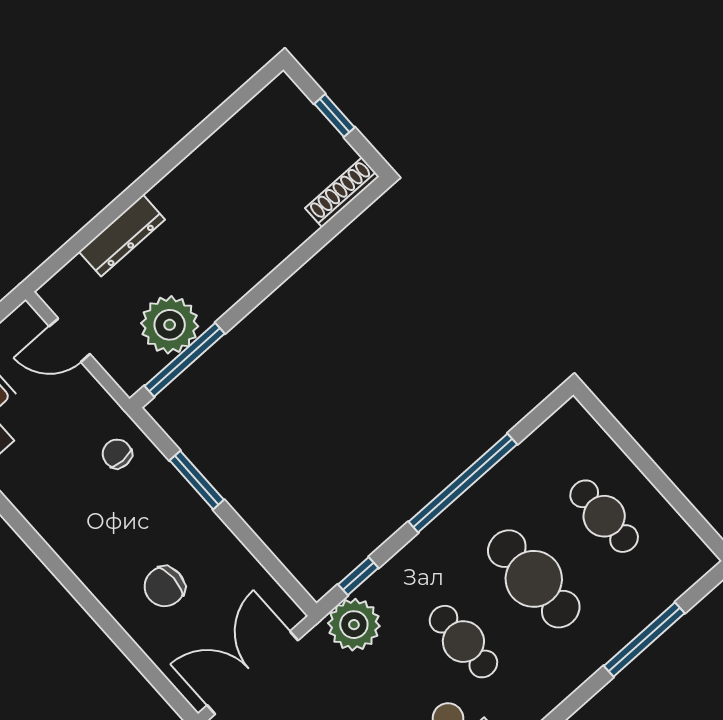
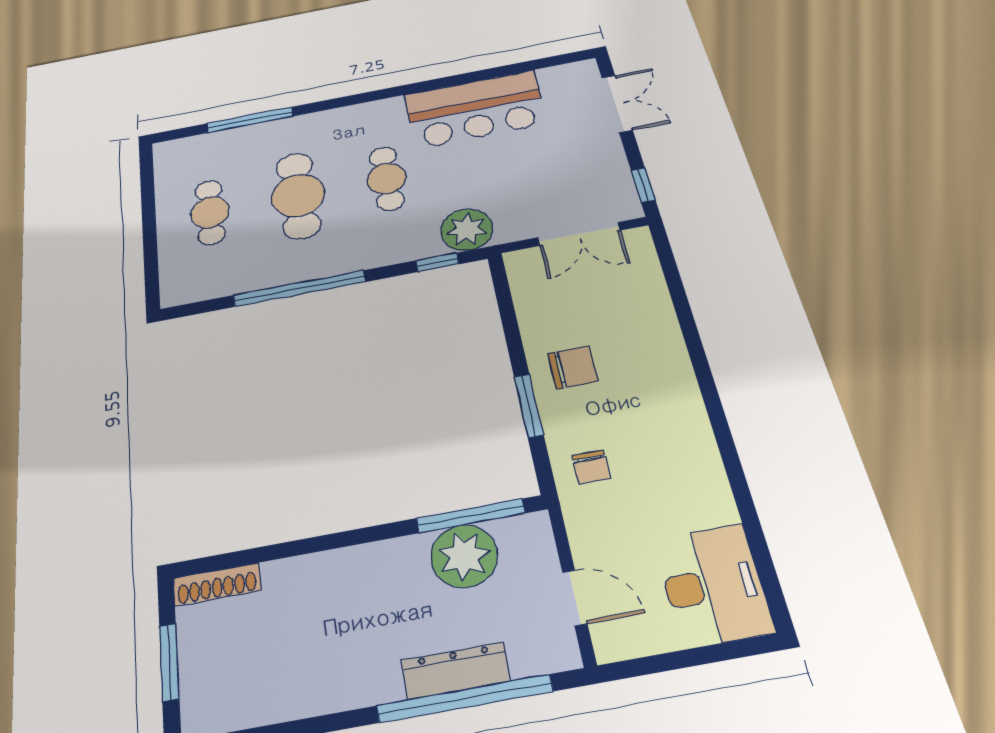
window: (335, 116) -> (169, 662), width x1.50
window: (104, 220) -> (465, 699), added
chair: (165, 587) -> (573, 367), moved
double door: (253, 673) -> (579, 234), width x0.73

